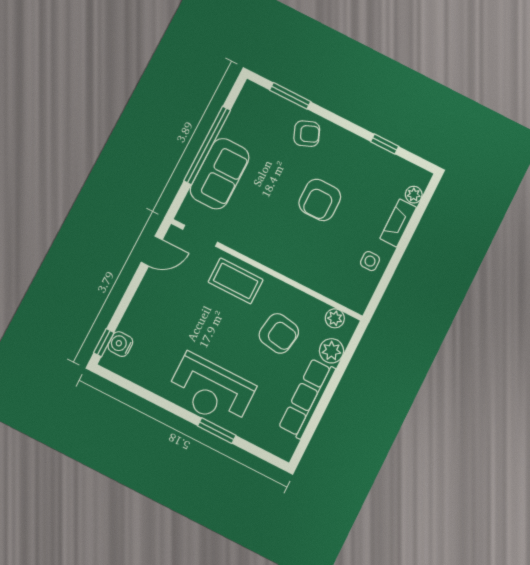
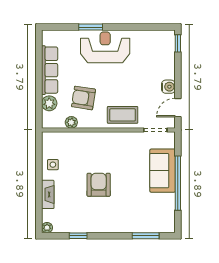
armchair: (307, 134) -> (125, 219), removed
plant: (414, 195) -> (47, 228), moved
plant: (335, 318) -> (71, 122), moved
water cooler: (120, 344) -> (168, 87), moved

